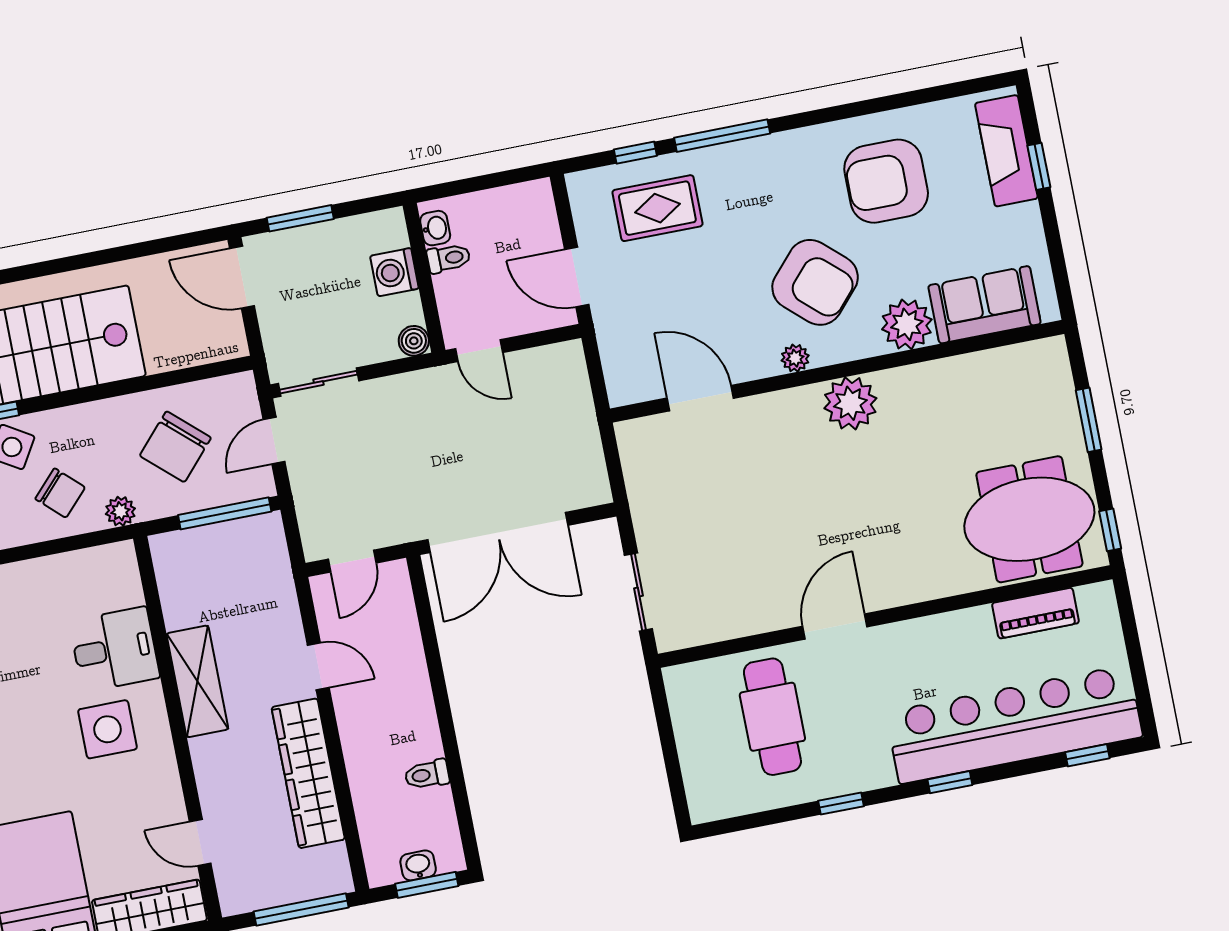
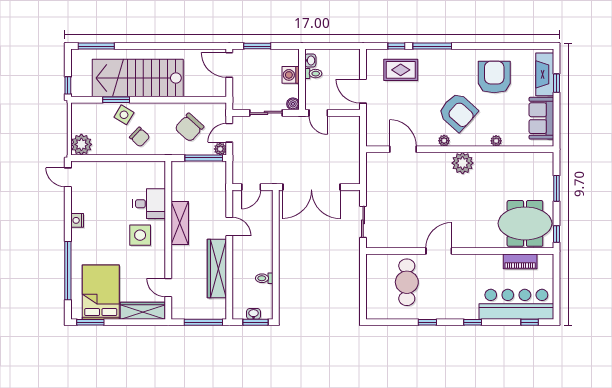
armchair: (886, 181) -> (494, 77), turned 90
sofa: (984, 305) -> (541, 118), moved, turned -90
plant: (907, 324) -> (496, 141), width x0.53, depth x0.53
sliding door: (318, 382) -> (266, 113), moved
plant: (120, 511) -> (220, 149), moved
bar counter: (1014, 724) -> (516, 304), width x0.73

